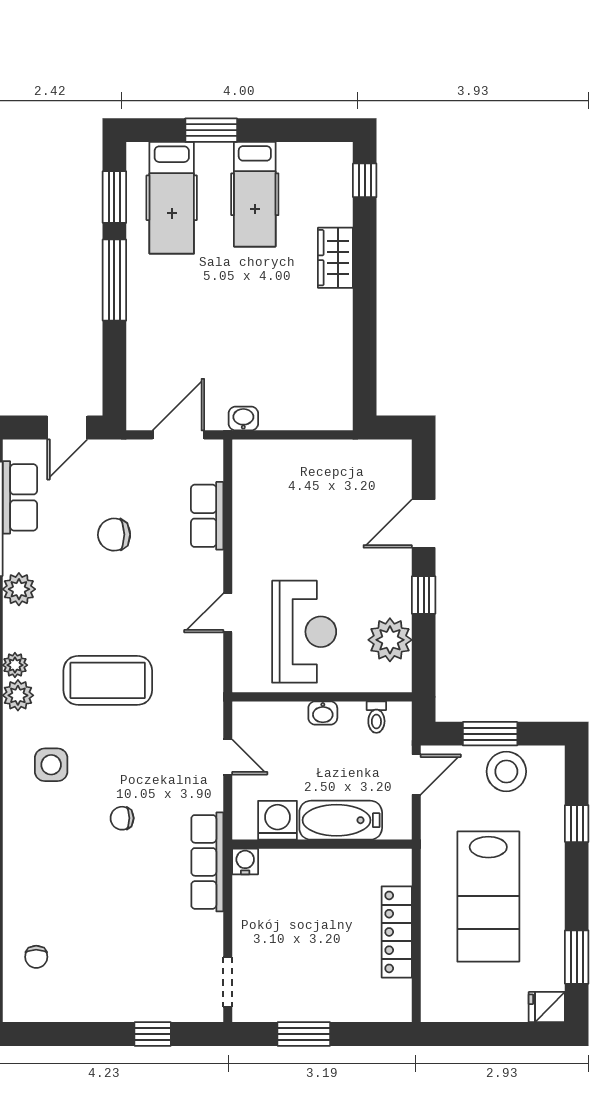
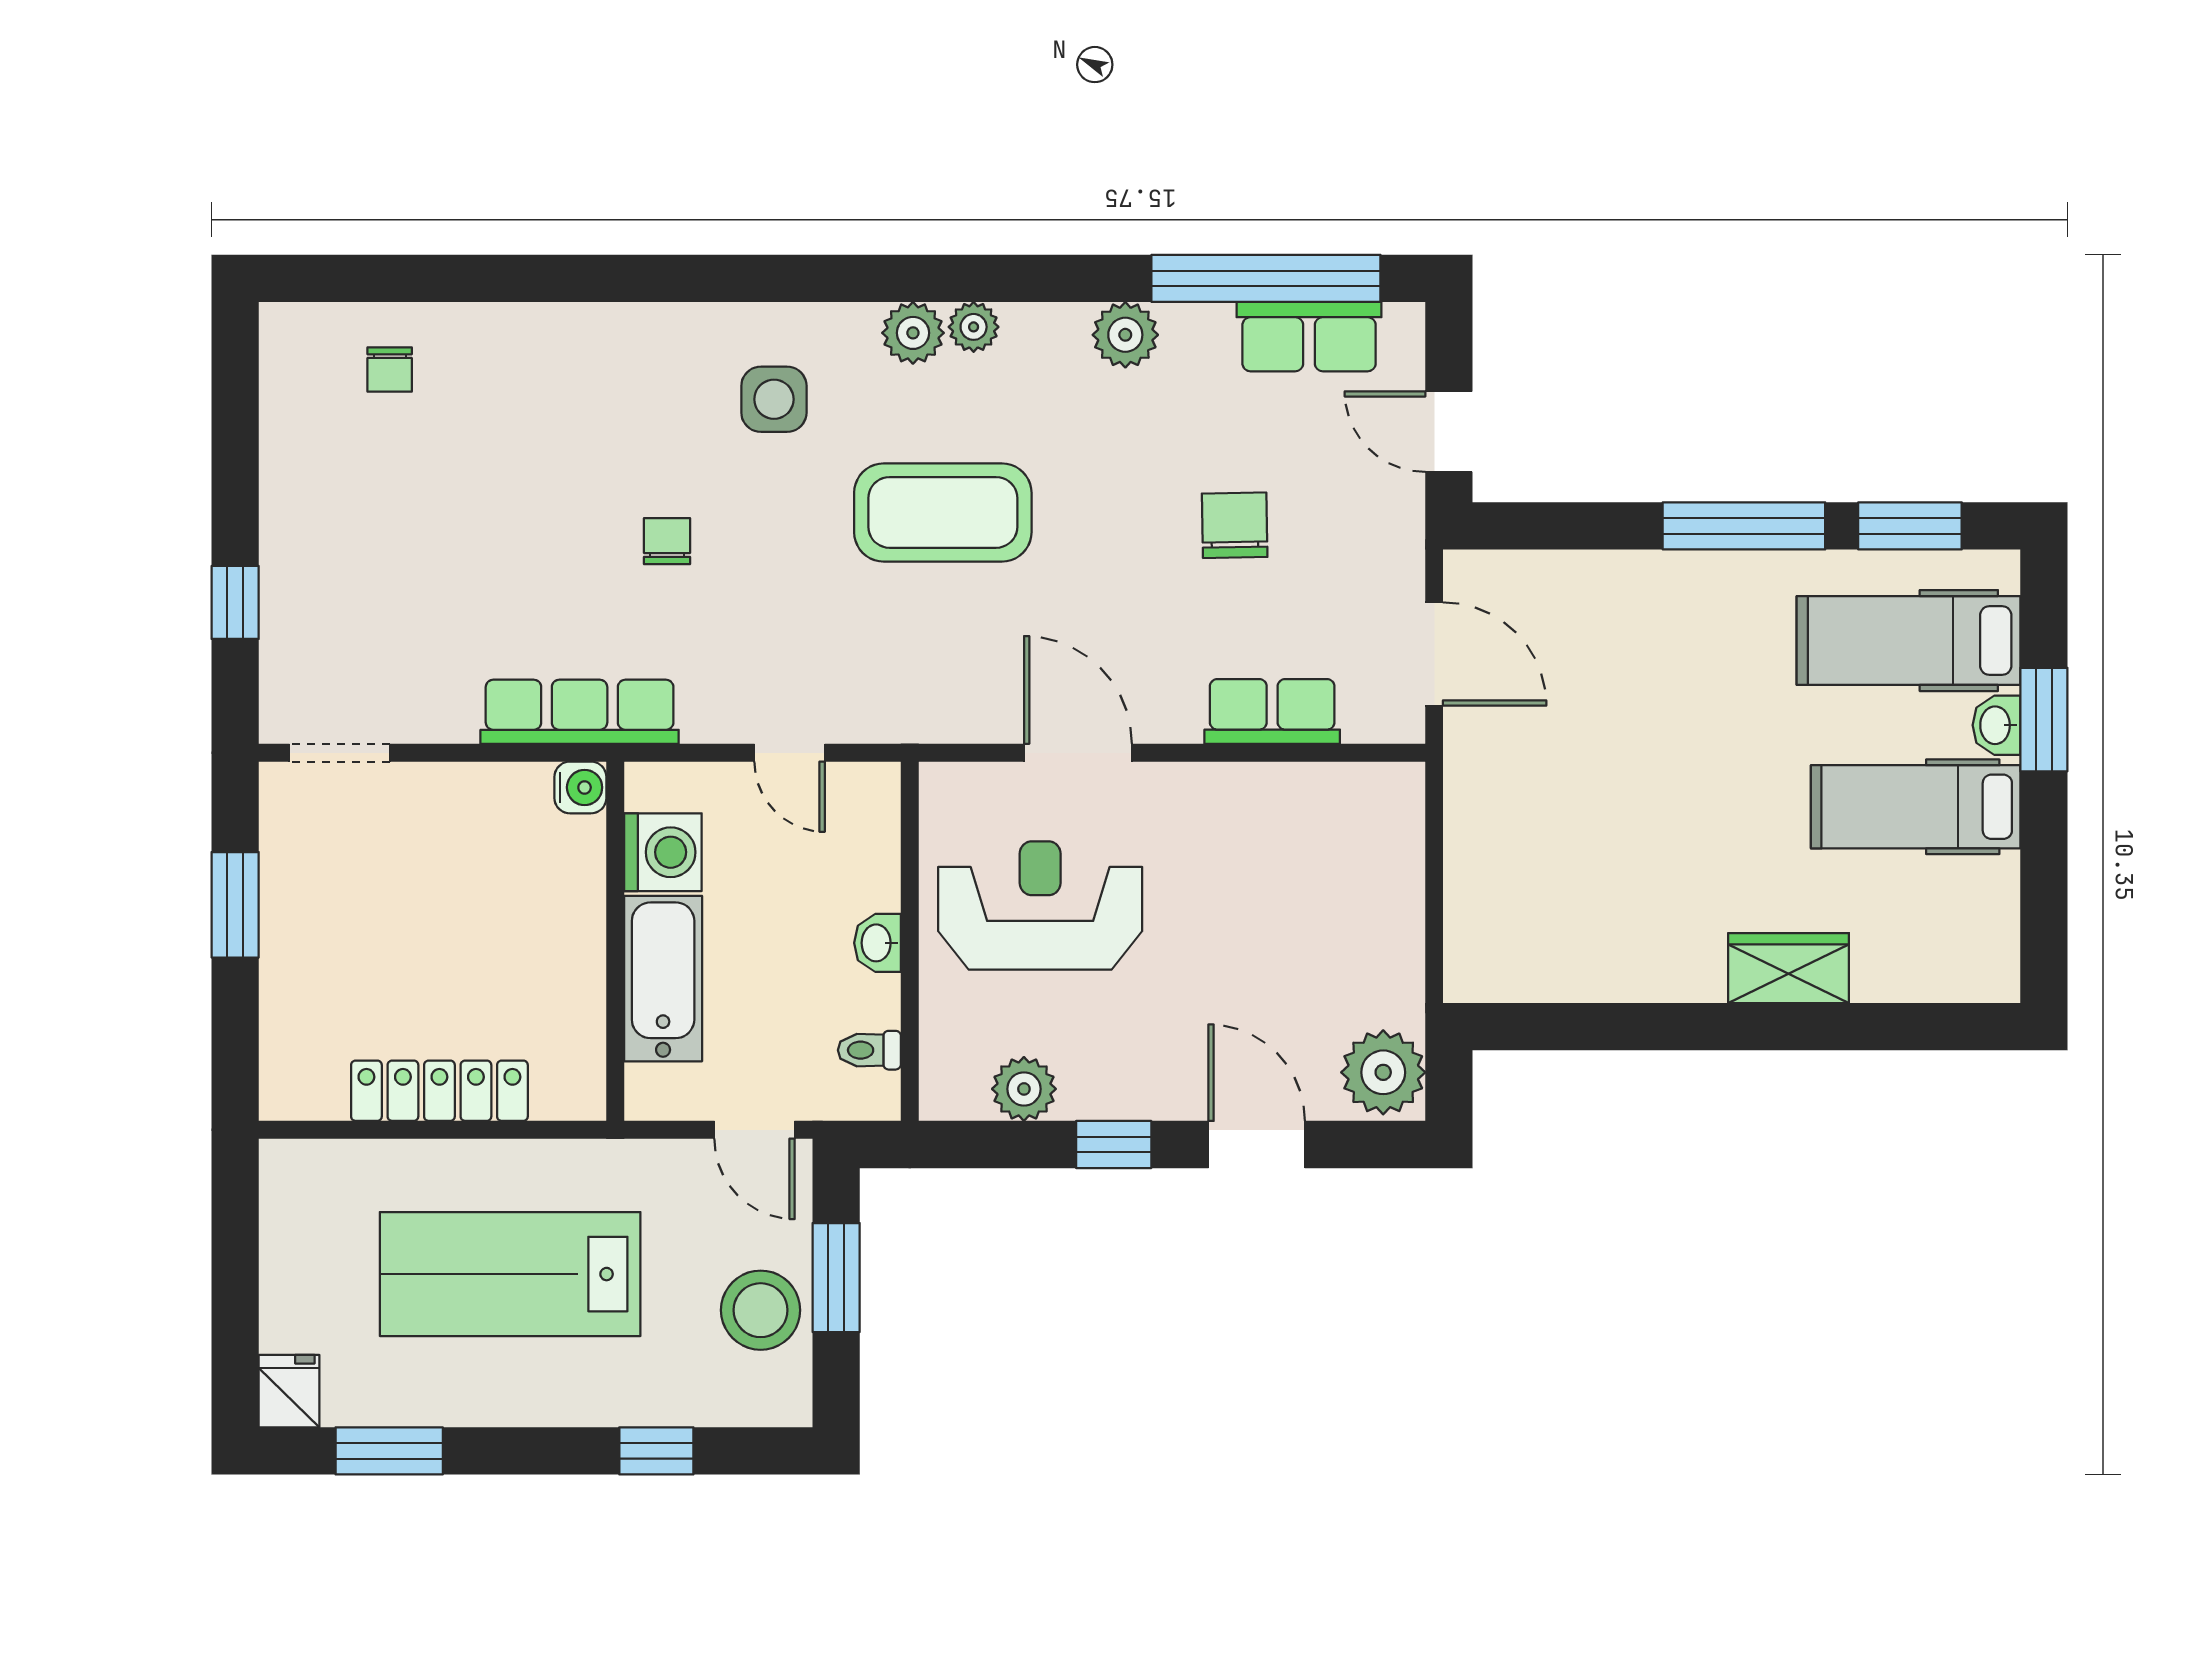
window: (365, 180) -> (1943, 1027), removed
washbasin: (243, 419) -> (1996, 725), moved, turned 180
plant: (387, 460) -> (1383, 1072), added
door: (228, 613) -> (1078, 753), width x1.38
reception desk: (304, 632) -> (1040, 905), turned 180
plant: (390, 640) -> (1024, 1089), width x0.73, depth x0.73
coffee table: (108, 680) -> (943, 512), turned 90
door: (228, 757) -> (790, 753), hinge flipped
chair: (36, 957) -> (390, 369), turned -90

